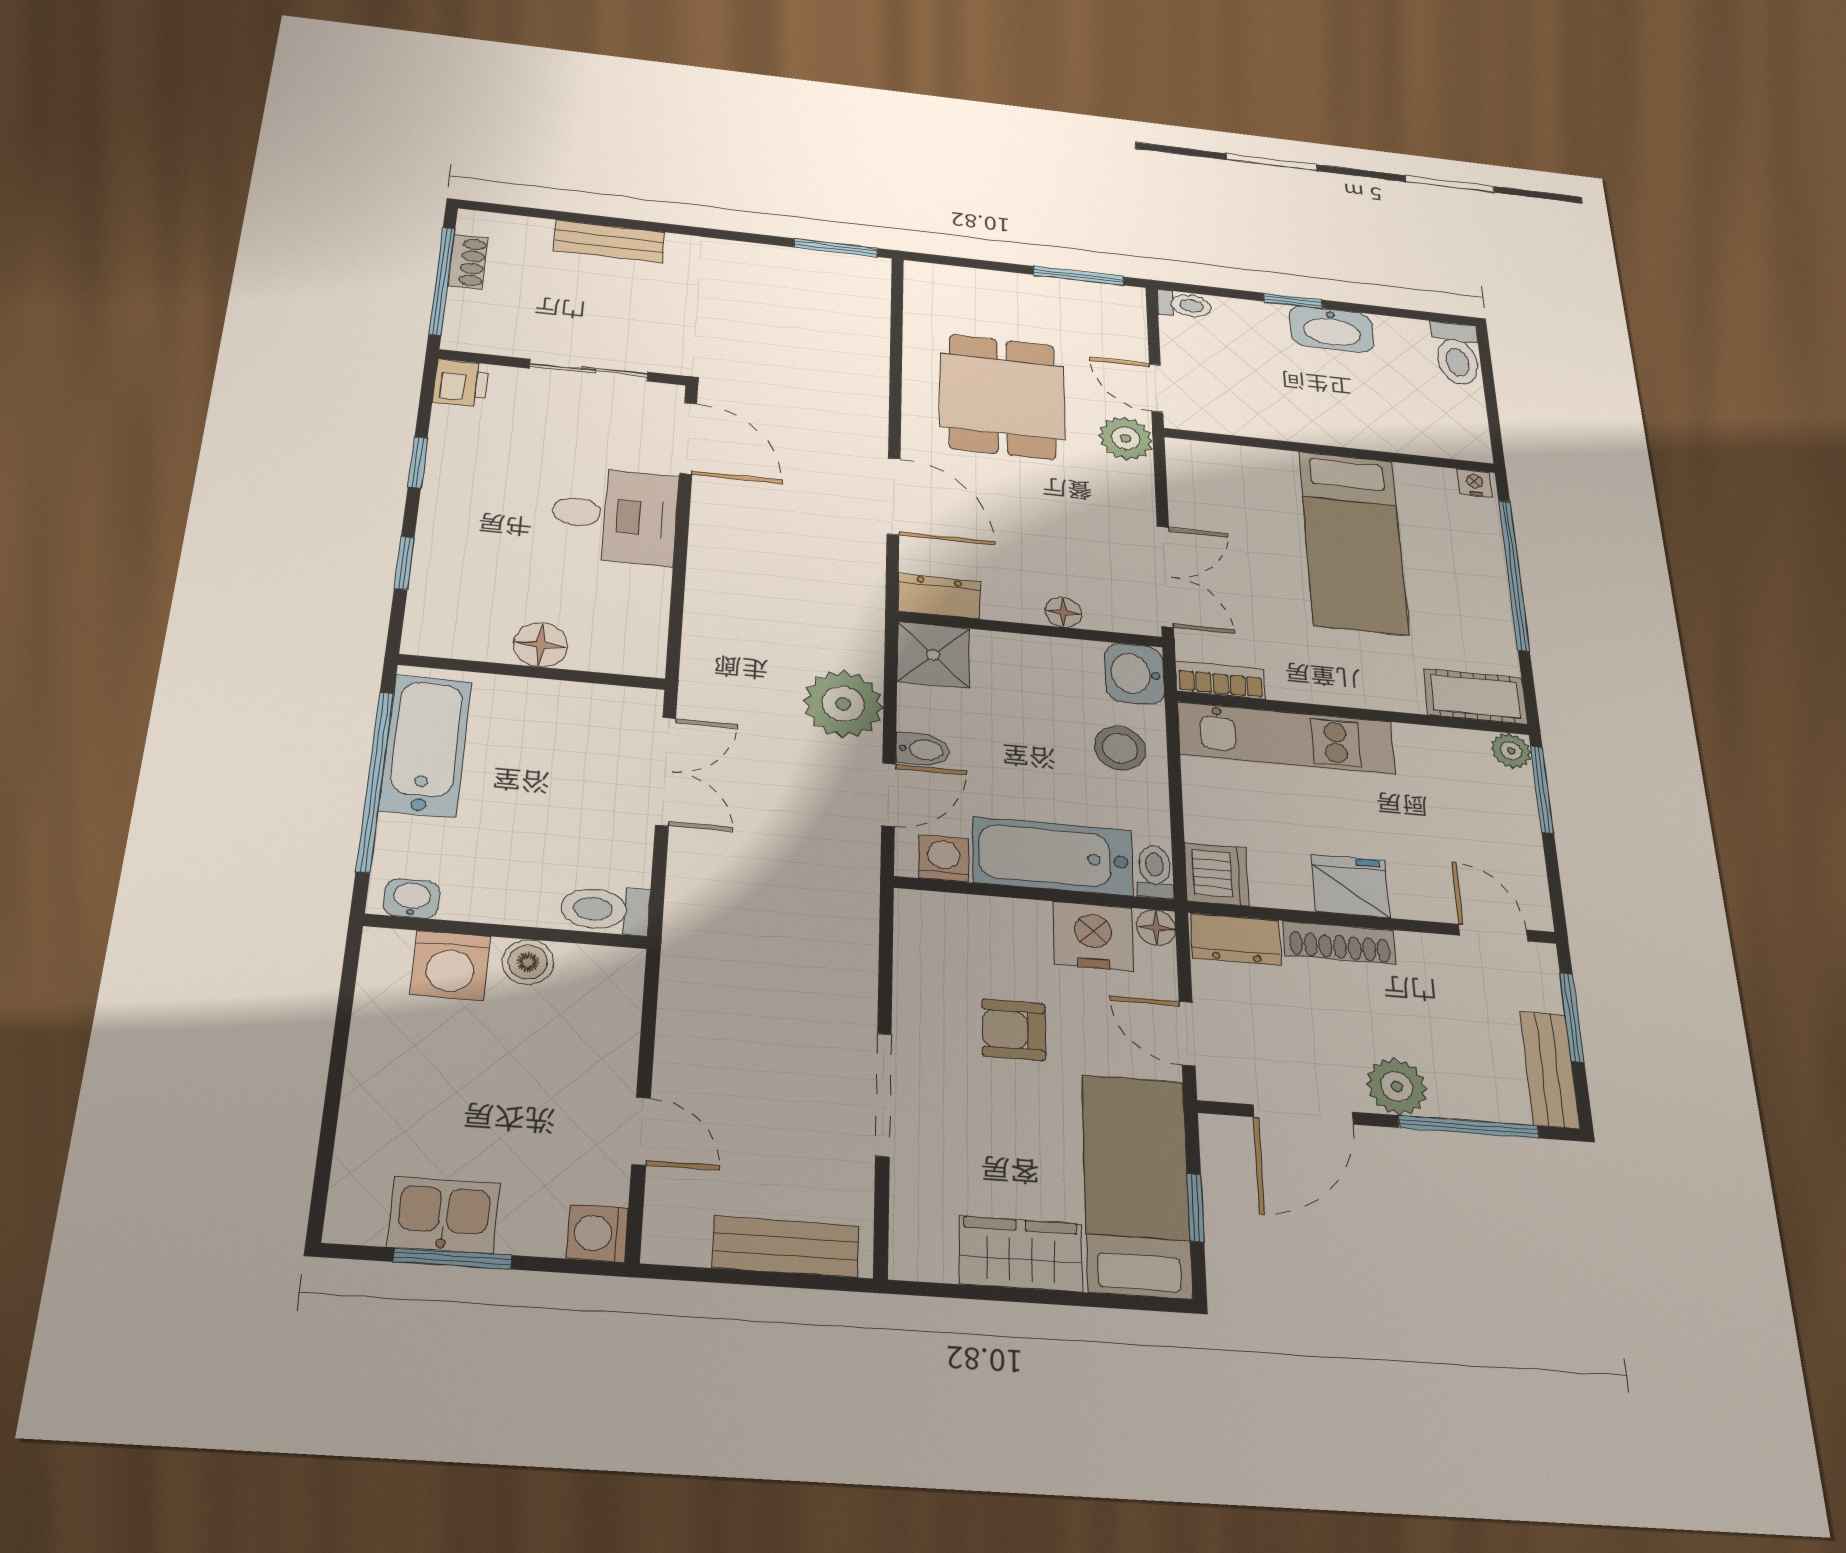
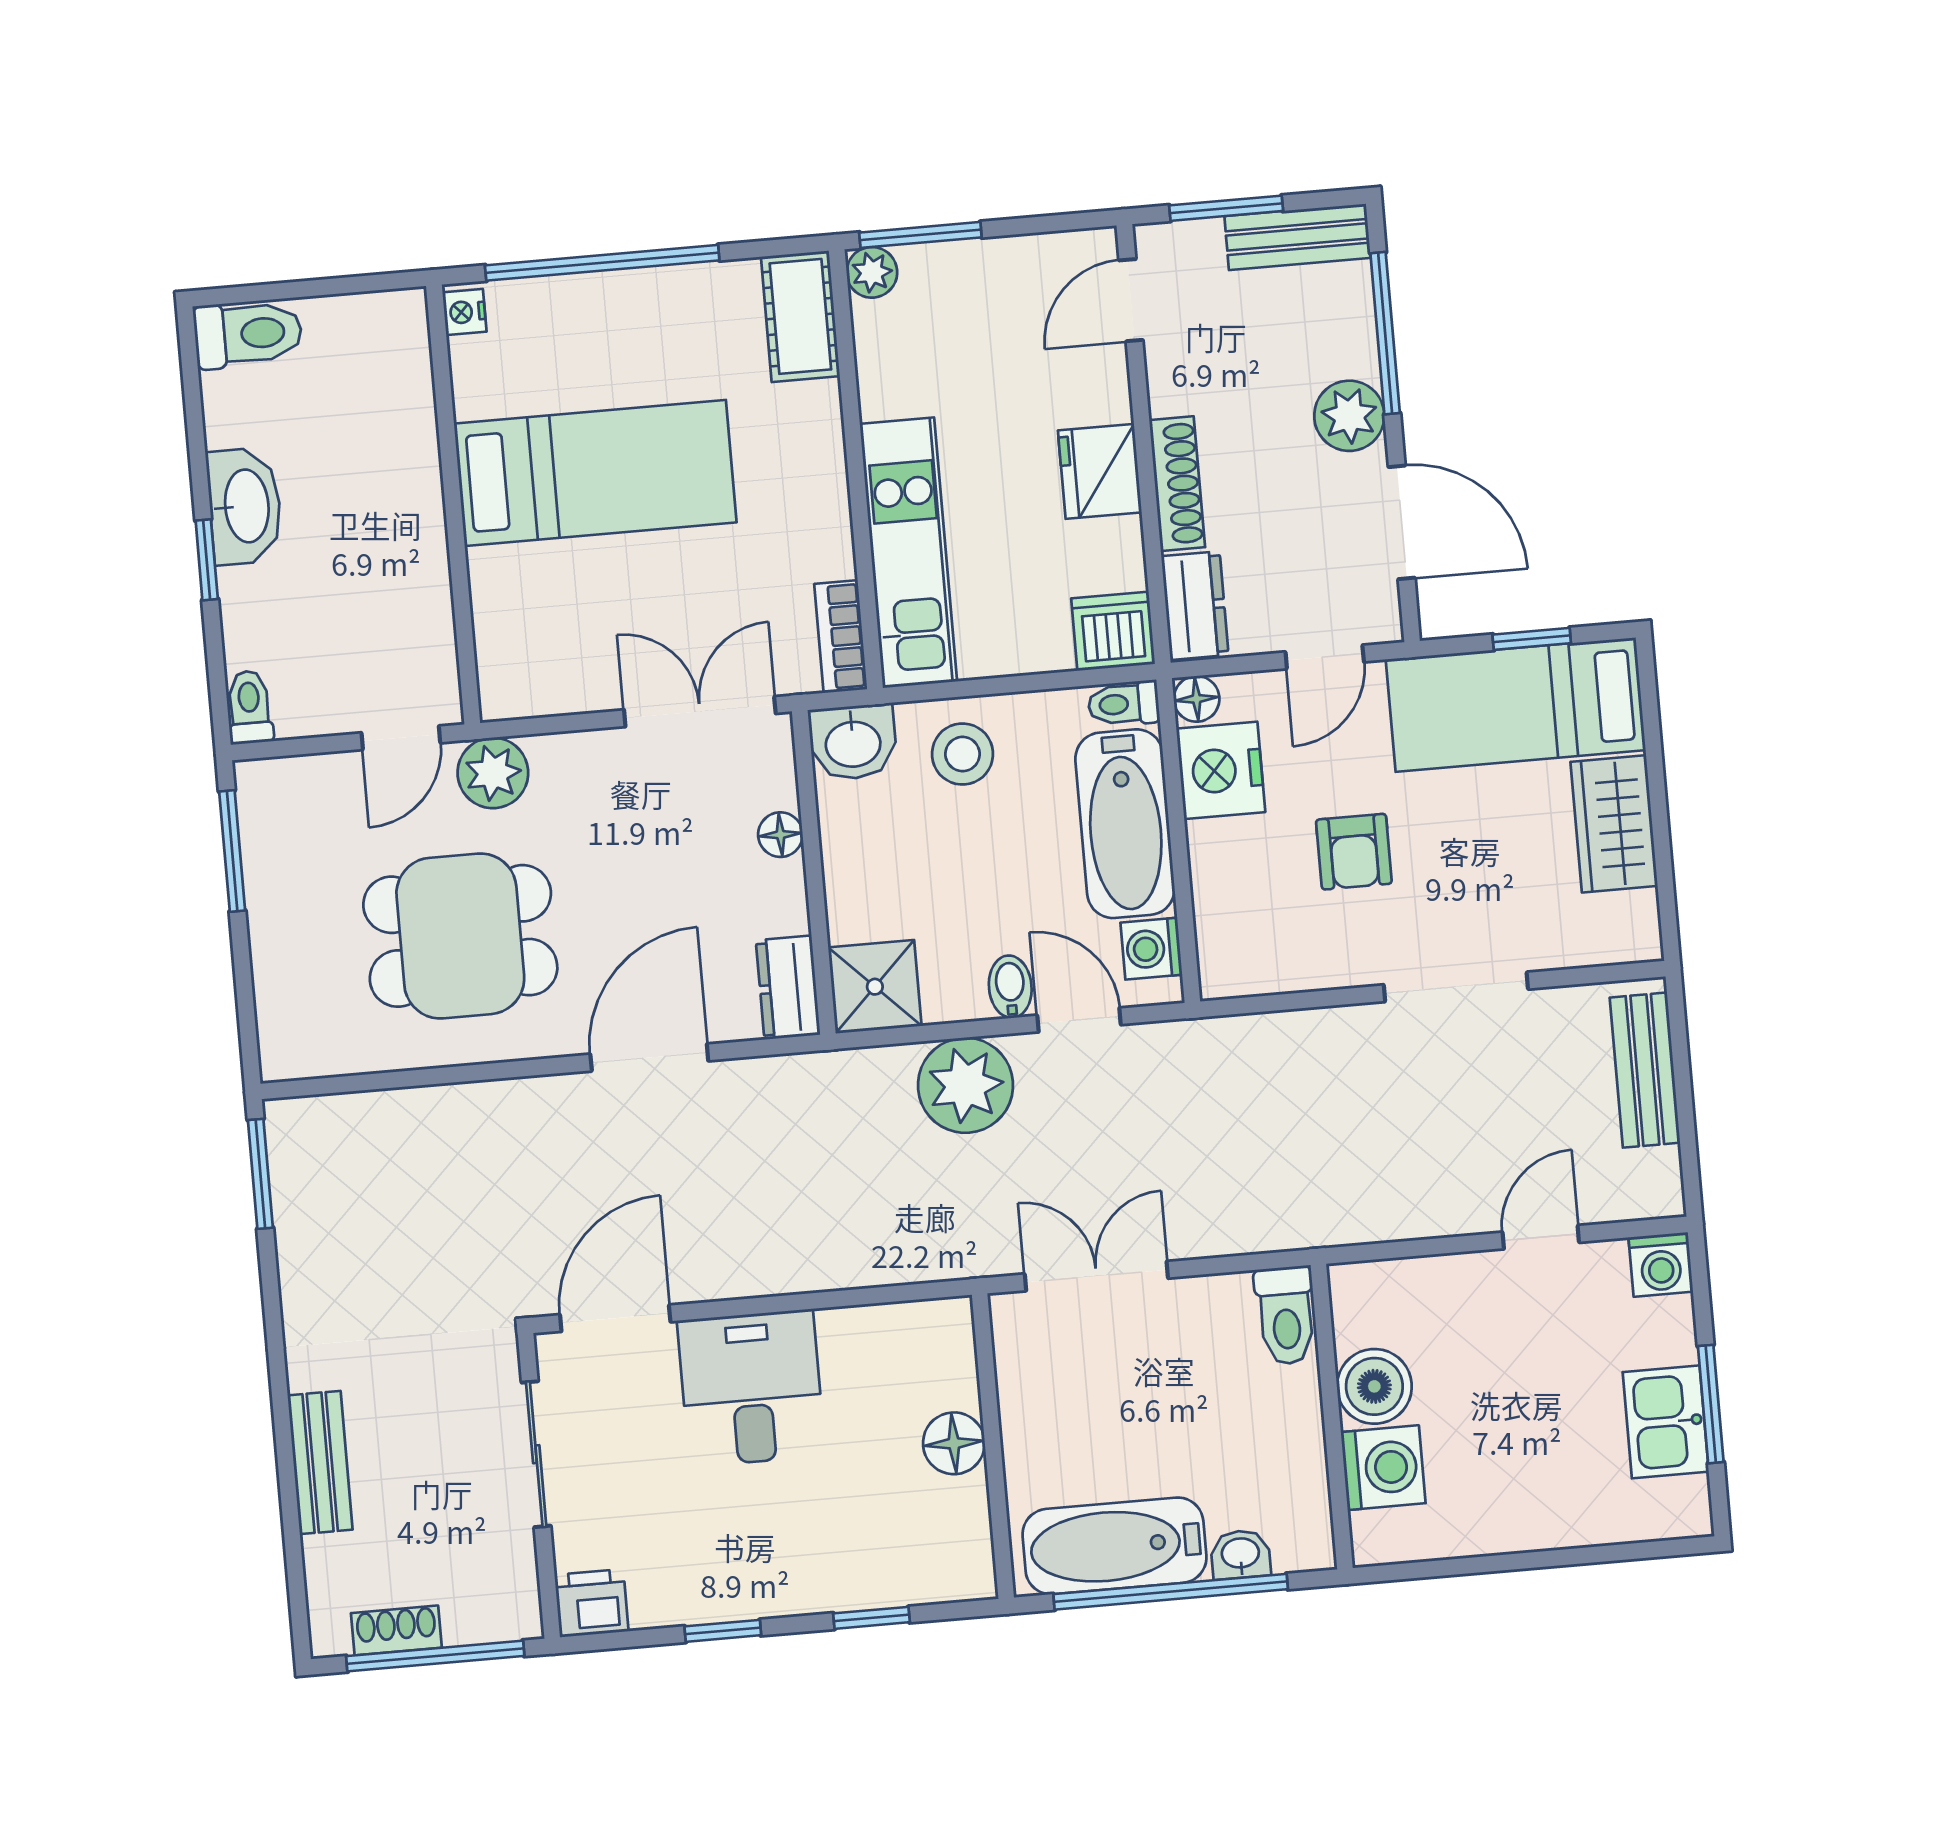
washbasin: (412, 898) -> (1240, 1554), moved, turned 90
boiler: (528, 962) -> (1374, 1386), width x1.36, depth x1.36

